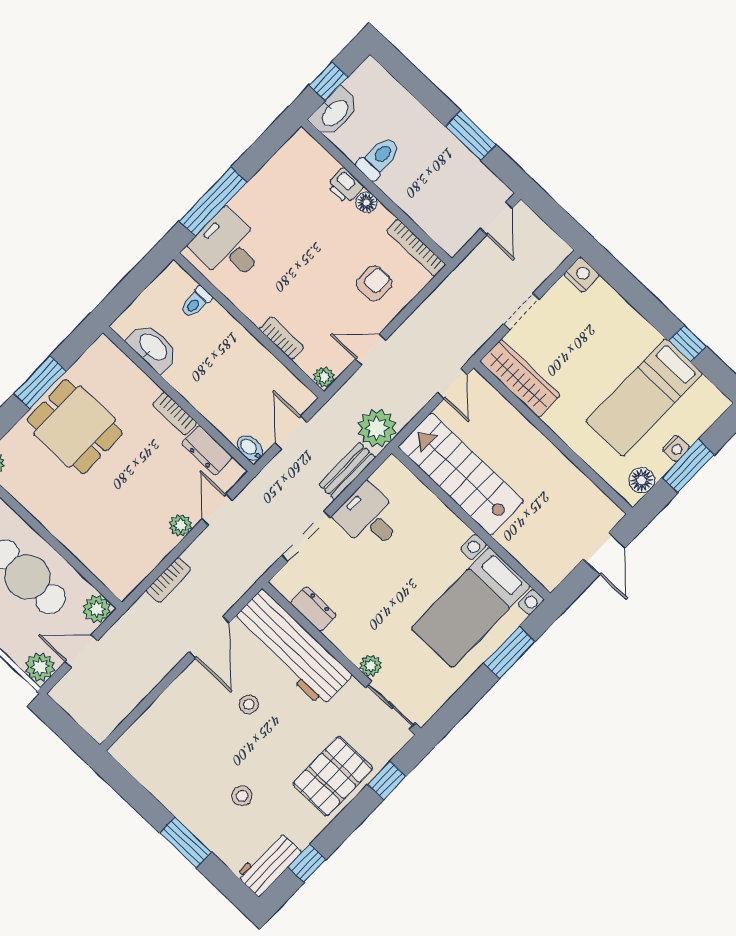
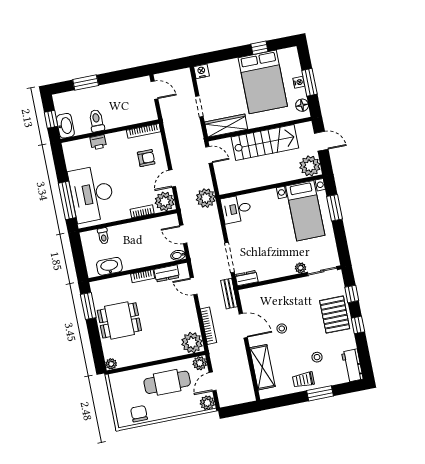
window: (471, 136) -> (86, 83), moved
floor lamp: (366, 202) -> (111, 138), removed
desk: (228, 247) -> (92, 194), width x1.87, depth x1.30
armchair: (374, 283) -> (146, 158), turned 90
plant: (324, 377) -> (165, 201), width x1.88, depth x1.88
window: (40, 382) -> (88, 306), moved
bed: (644, 397) -> (263, 82), width x1.50
bench: (347, 471) -> (229, 294), moved
stairs: (461, 474) -> (265, 142), moved, turned 180
desk: (369, 517) -> (236, 209), moved
plant: (180, 525) -> (192, 343), moved, width x1.87, depth x1.87
plant: (550, 563) -> (310, 166), added
bookcase: (169, 580) -> (208, 326), width x1.56
dresser: (313, 609) -> (247, 278), moved
workbench: (292, 648) -> (271, 295), removed
shelving: (162, 717) -> (262, 367), added
trolley: (189, 799) -> (303, 380), added
window: (307, 863) -> (358, 325), moved

